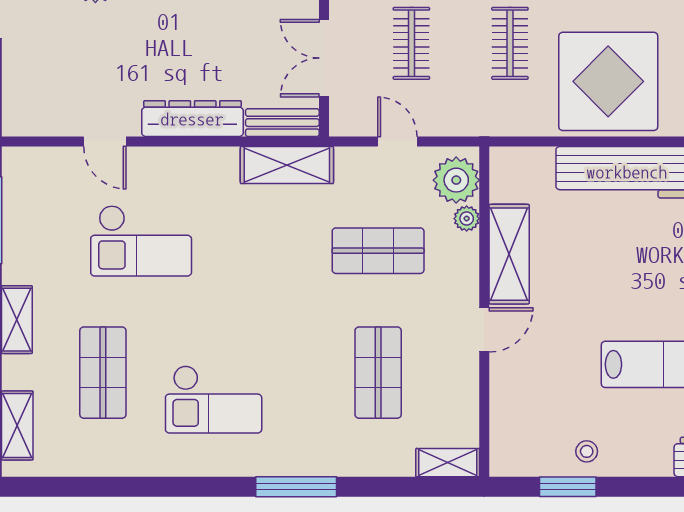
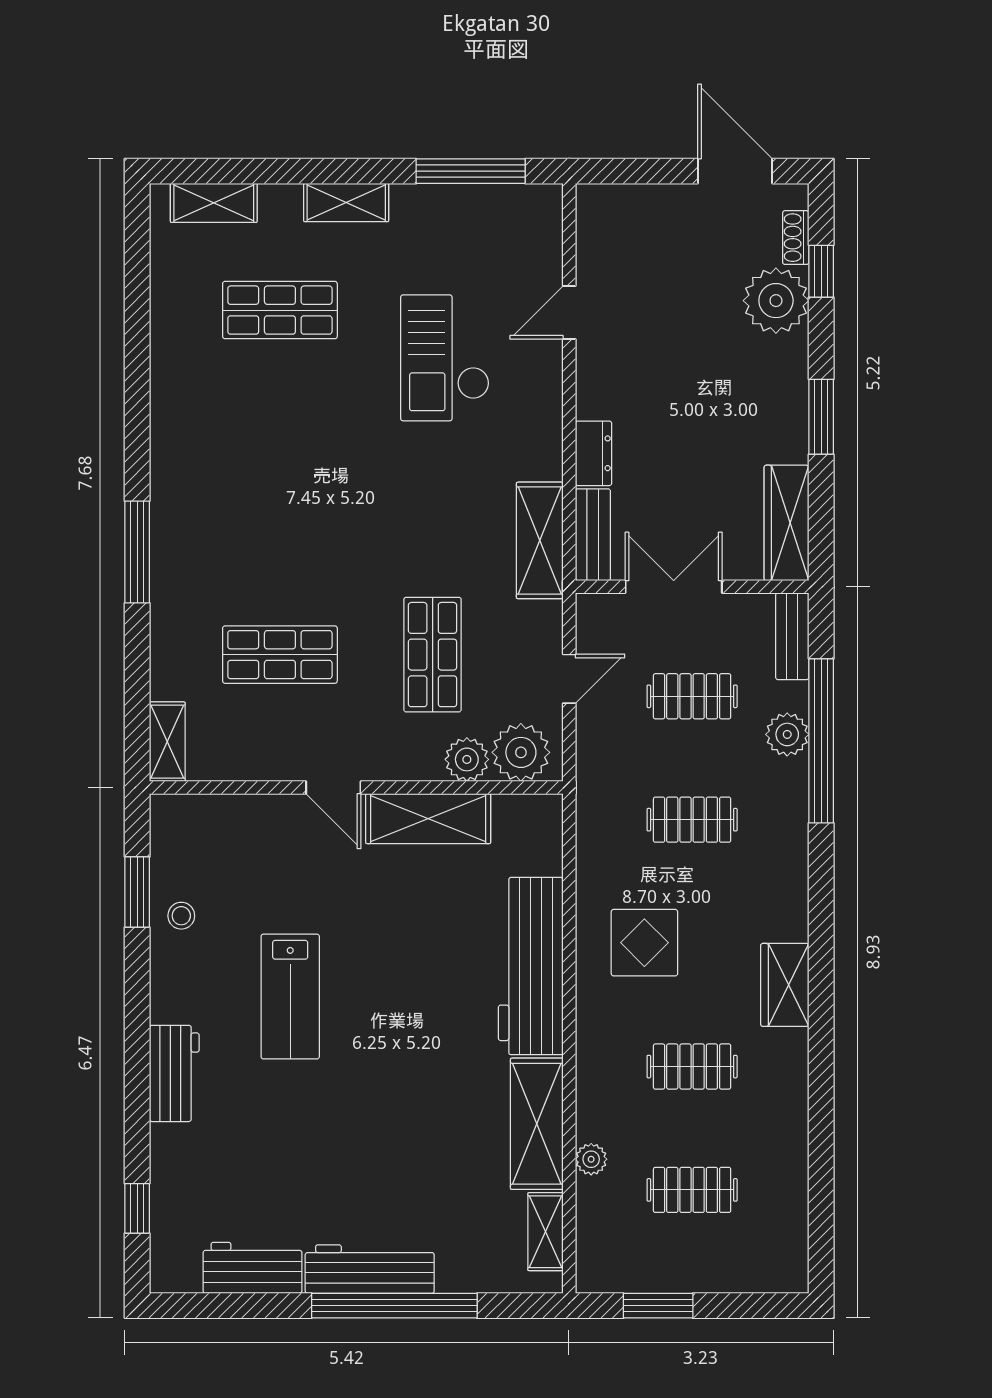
display table: (608, 81) -> (644, 943), width x0.54, depth x0.54
dresser: (192, 119) -> (593, 453), width x0.51, depth x0.80
plant: (467, 219) -> (467, 759), width x1.38, depth x1.38
checkout: (214, 399) -> (246, 449), removed

